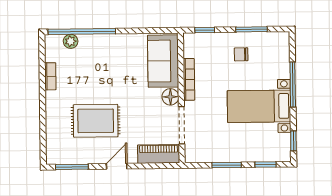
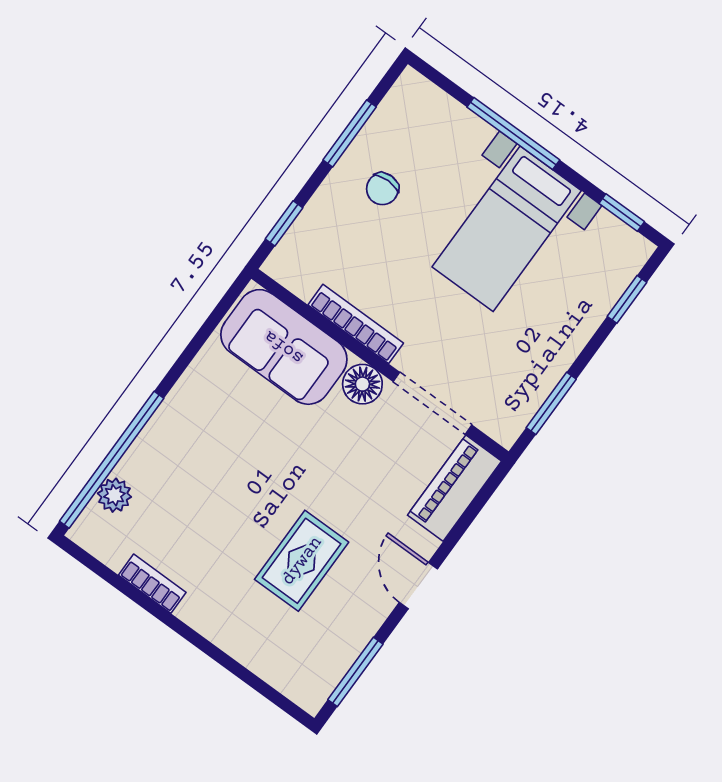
rug: (96, 121) -> (302, 561), width x0.73, depth x0.70
window: (227, 165) -> (551, 403), moved

